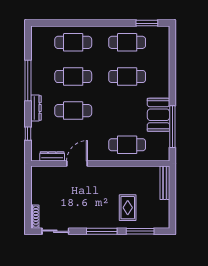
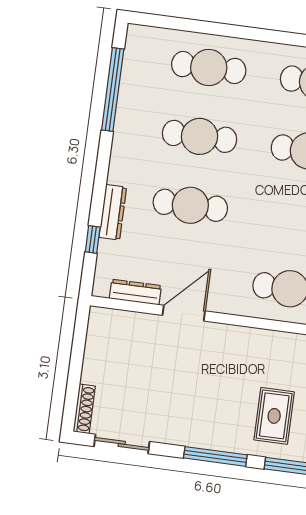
window: (28, 81) -> (113, 90), moved
dresser: (36, 108) -> (113, 212), moved

